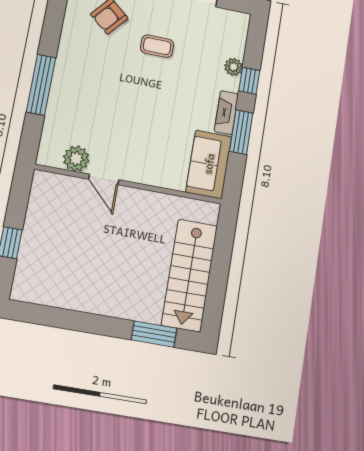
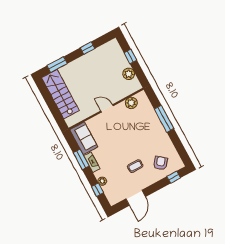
window: (249, 81) -> (97, 190), moved
door: (104, 179) -> (107, 108), moved
plant: (39, 214) -> (129, 74), added
window: (75, 321) -> (88, 48), added

